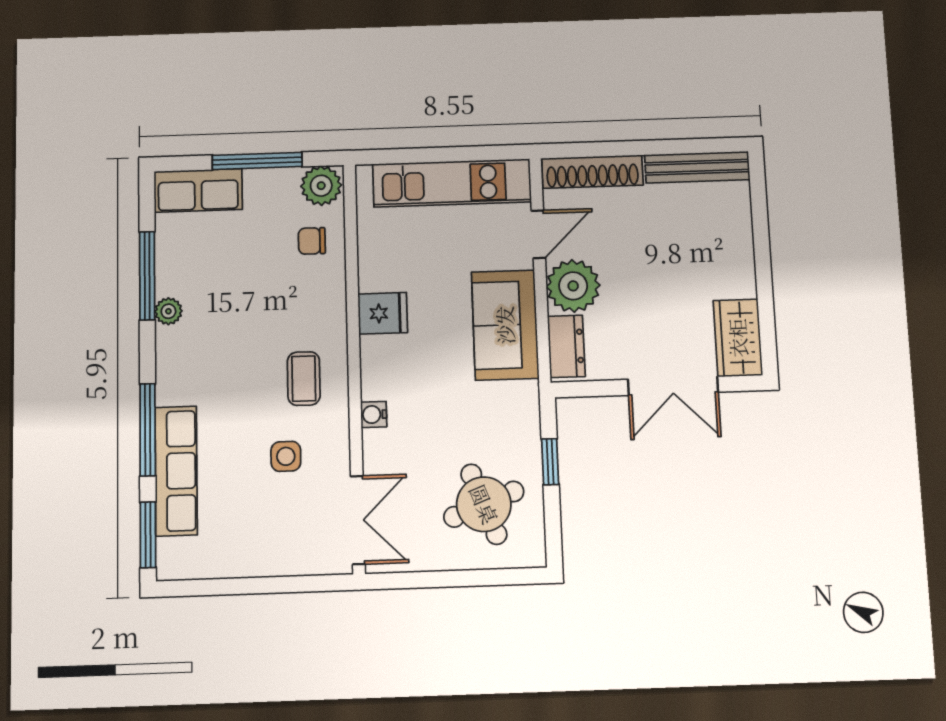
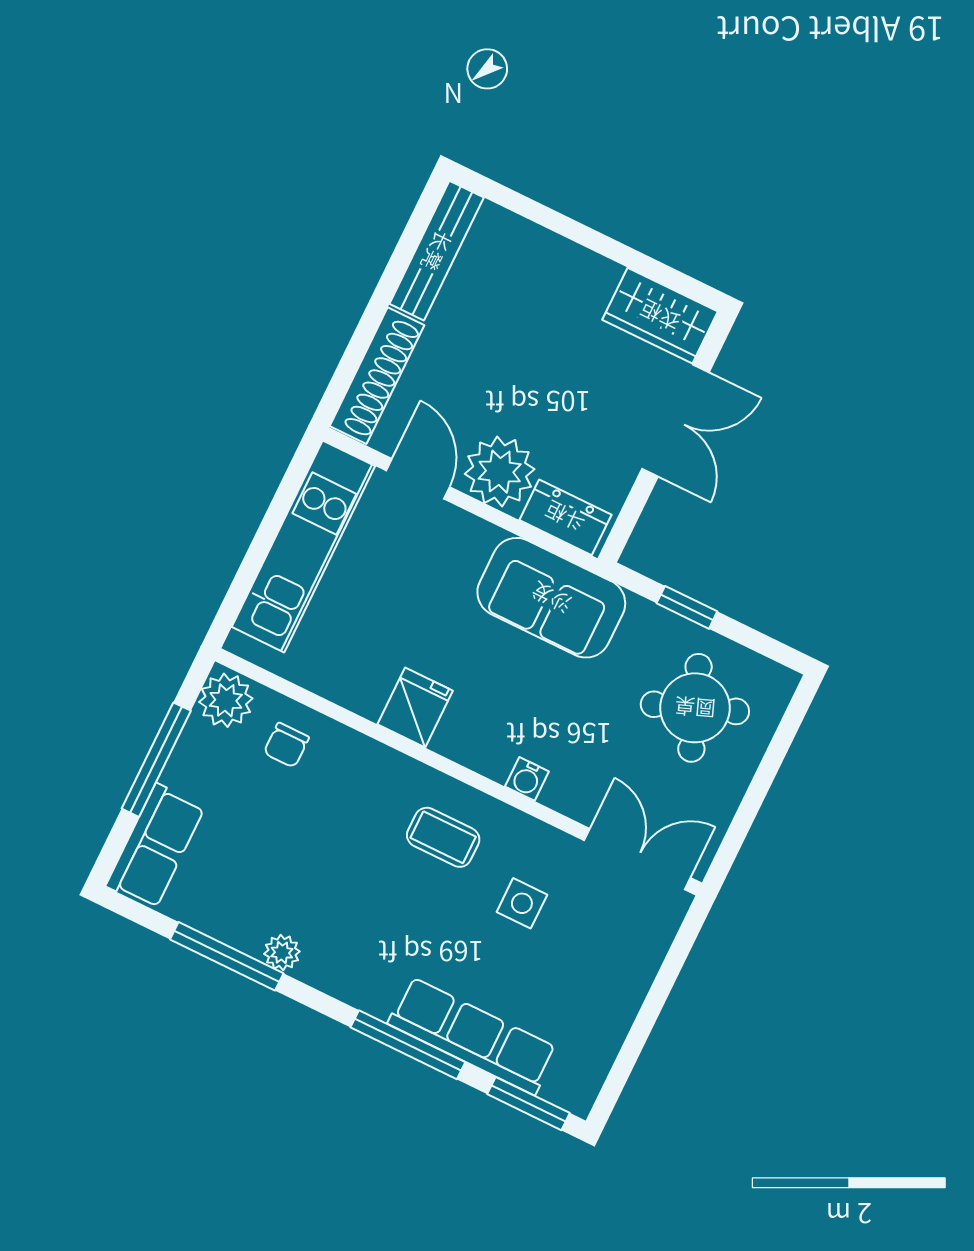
sofa: (505, 325) -> (551, 598), moved

